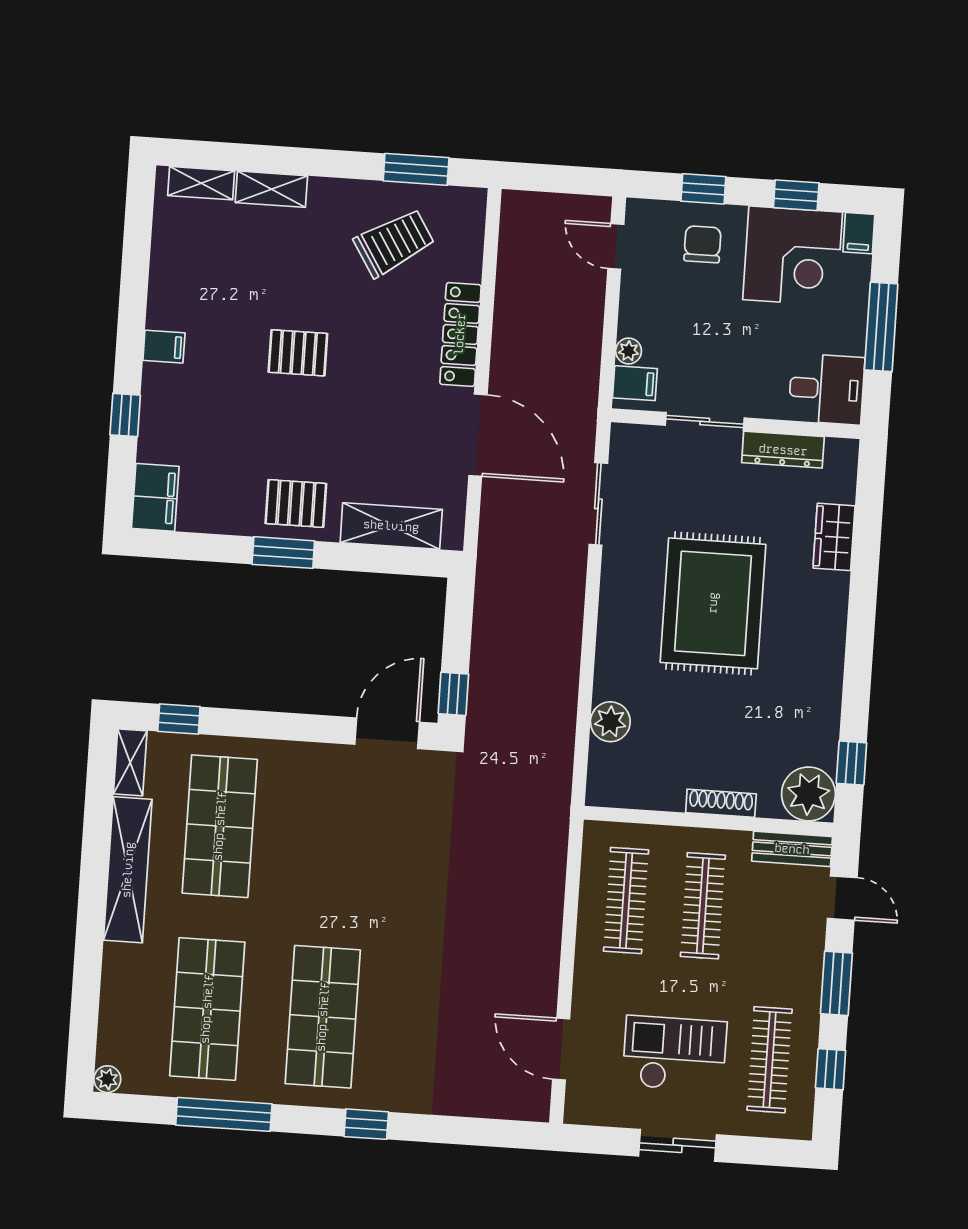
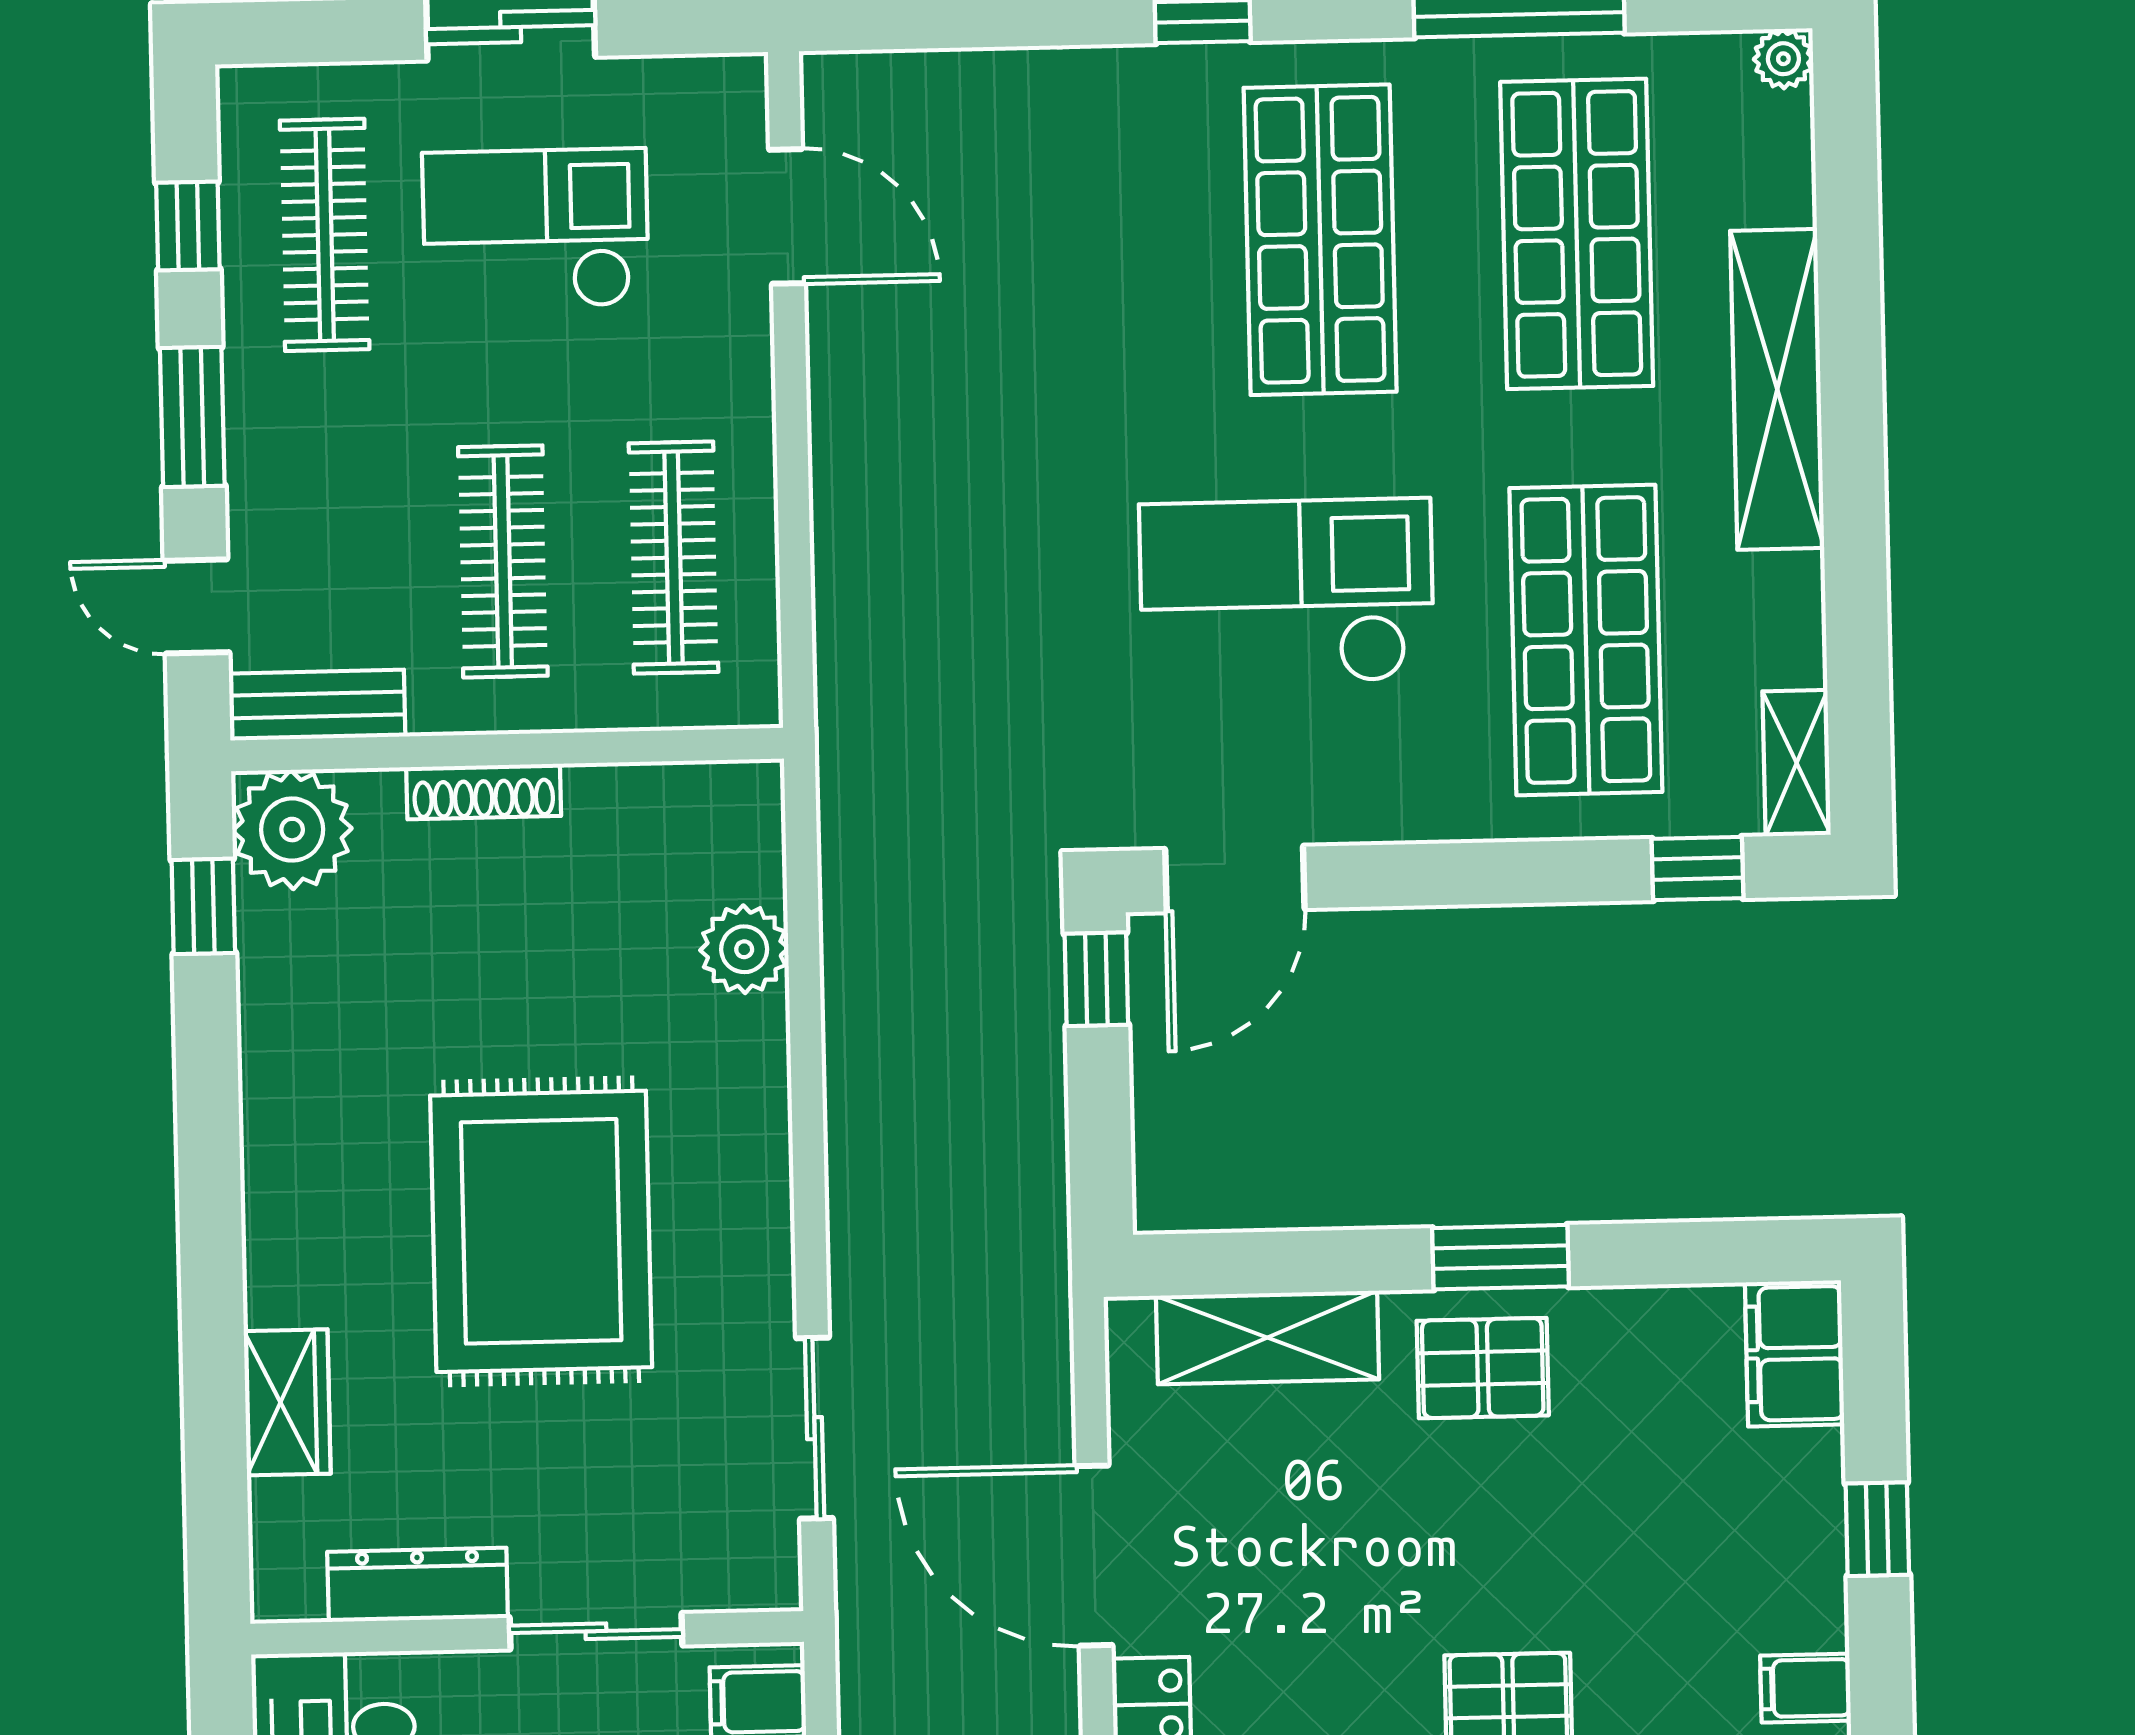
checkout: (352, 860) -> (1287, 592), added
shelving: (128, 870) -> (1777, 389), moved
checkout: (675, 1054) -> (536, 229), turned 180

